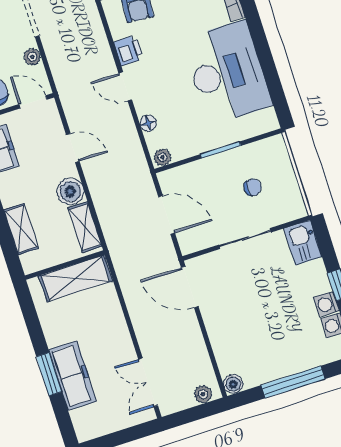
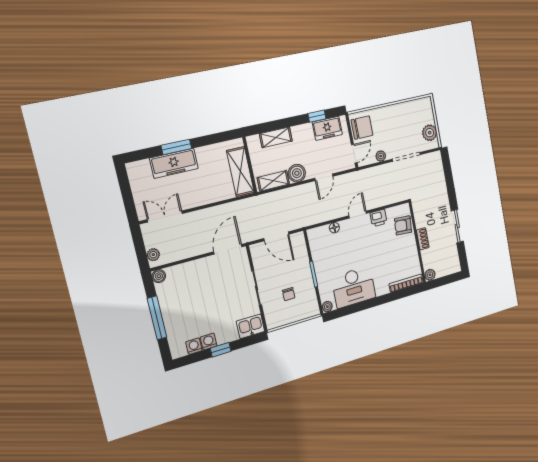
desk: (227, 72) -> (354, 287), width x0.73, depth x0.77
plant: (162, 157) -> (327, 307), moved
door: (167, 215) -> (276, 236), hinge flipped

